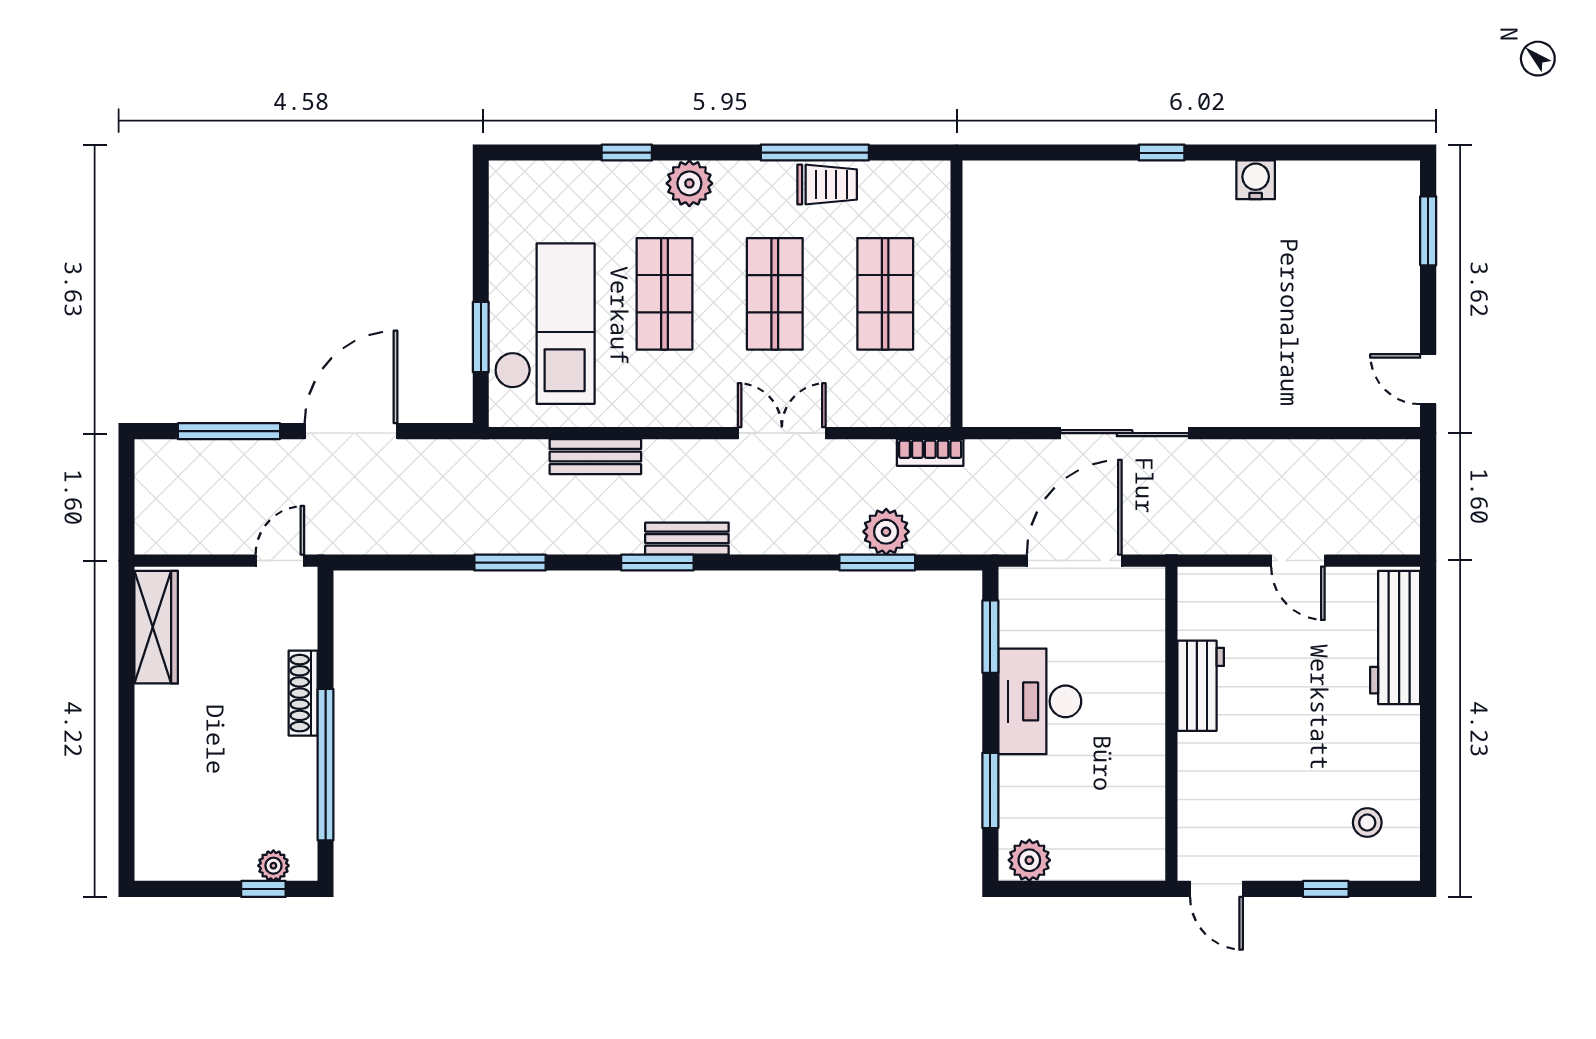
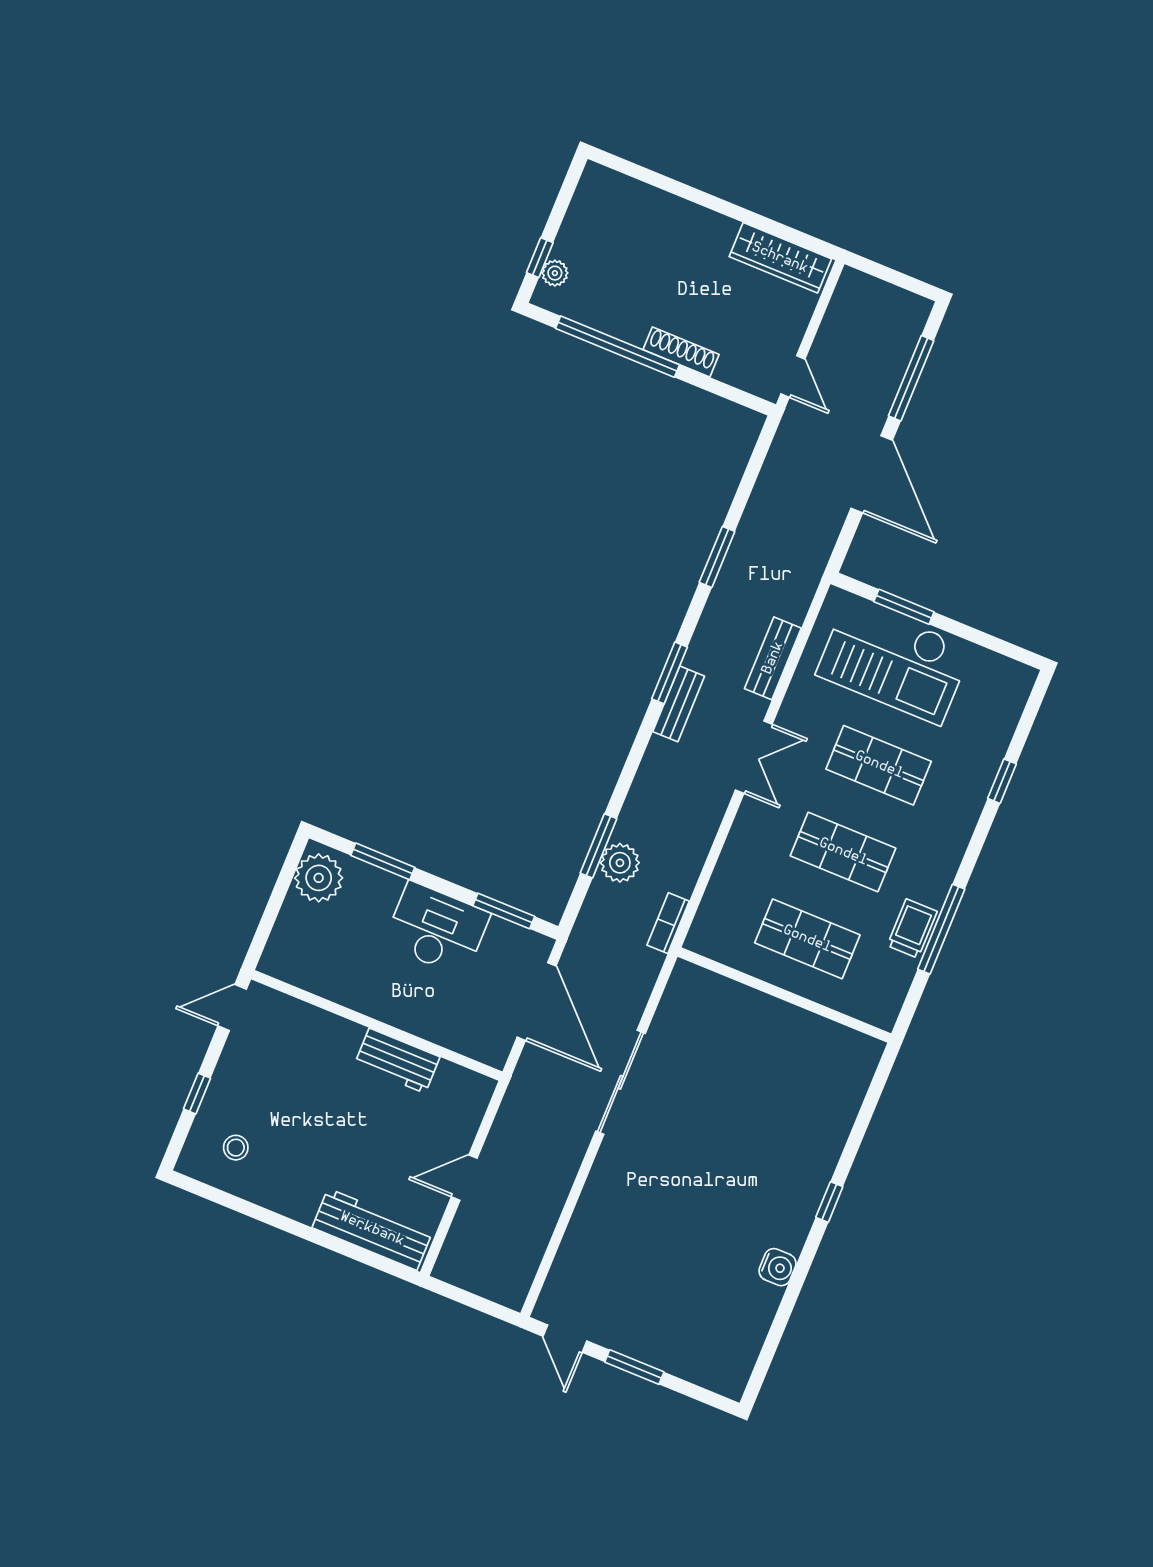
plant: (689, 183) -> (957, 820), removed
trolley: (827, 184) -> (912, 928), turned 180
window: (1428, 231) -> (634, 1367), moved
door: (1428, 379) -> (565, 1339), swing flipped
double door: (782, 433) -> (754, 757), moved
plant: (1029, 860) -> (319, 878), width x1.36, depth x1.36

